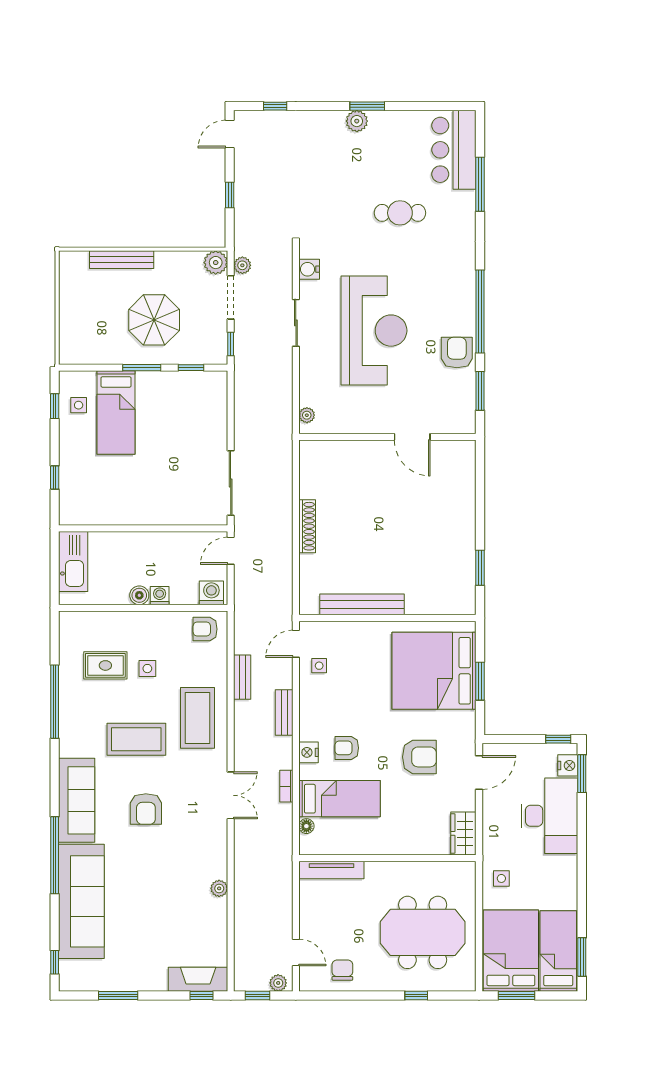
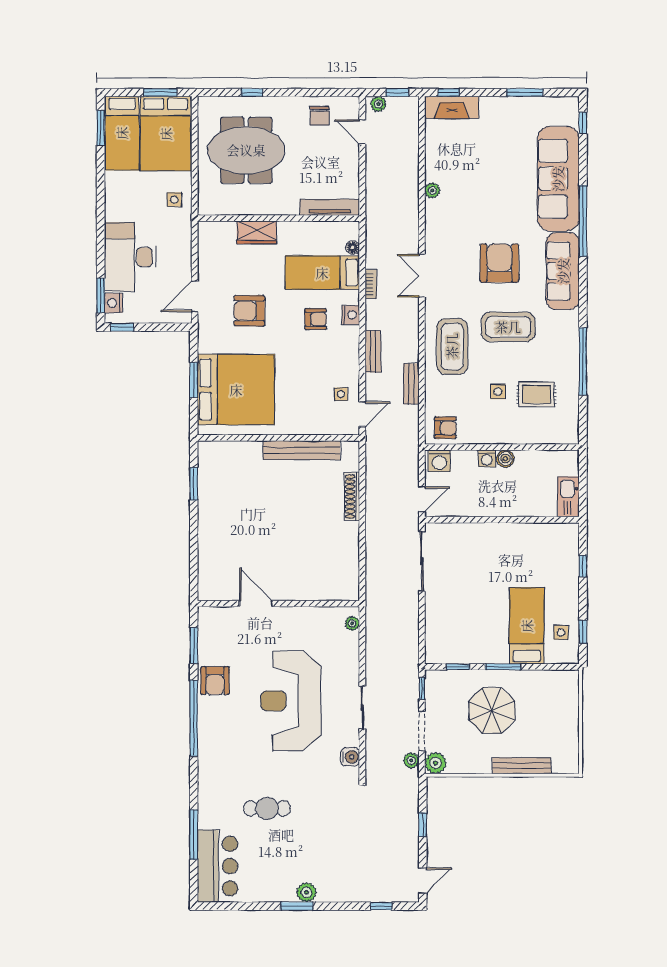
shoe rack: (307, 526) -> (352, 497), moved
kitchen sink: (73, 561) -> (569, 497), width x0.73, depth x0.81
armchair: (146, 809) -> (499, 263), width x1.36, depth x1.36
wardrobe: (463, 833) -> (257, 232), moved, turned 90

